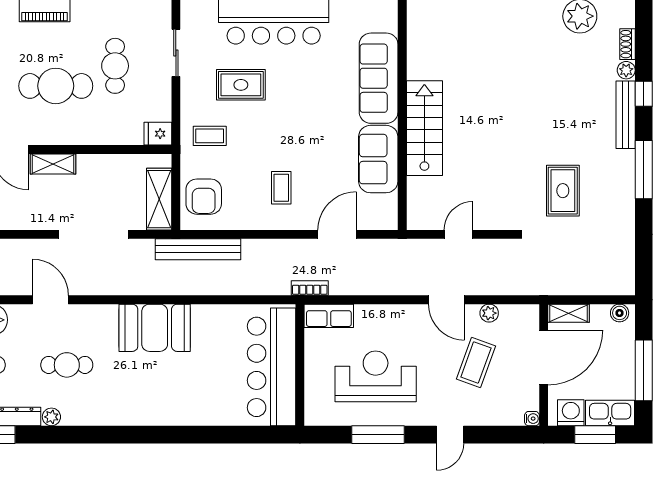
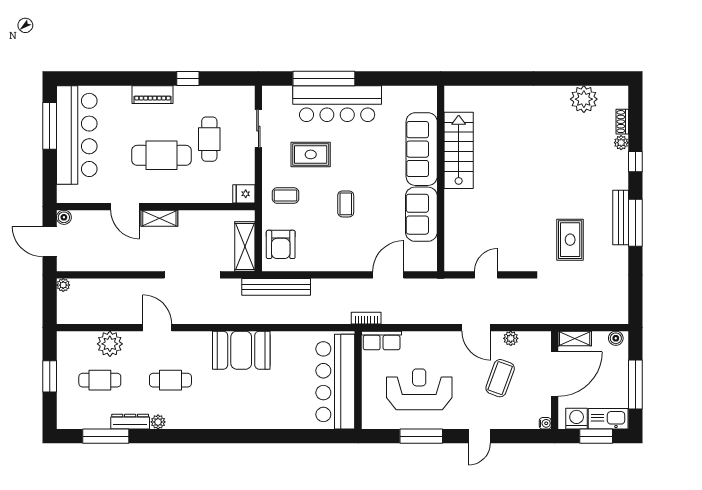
bench: (626, 115) -> (621, 218), moved
stairs: (424, 128) -> (459, 150), moved
coffee table: (281, 188) -> (346, 204), moved

